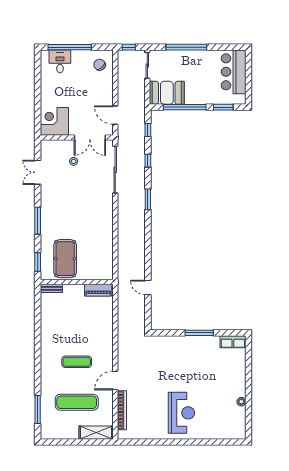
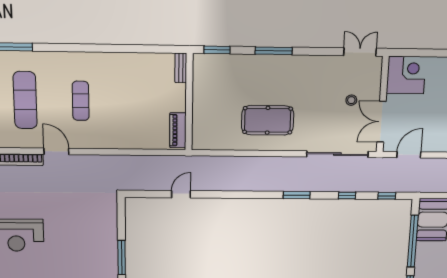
double door: (38, 172) -> (360, 52), moved
pool table: (65, 259) -> (268, 120), moved

